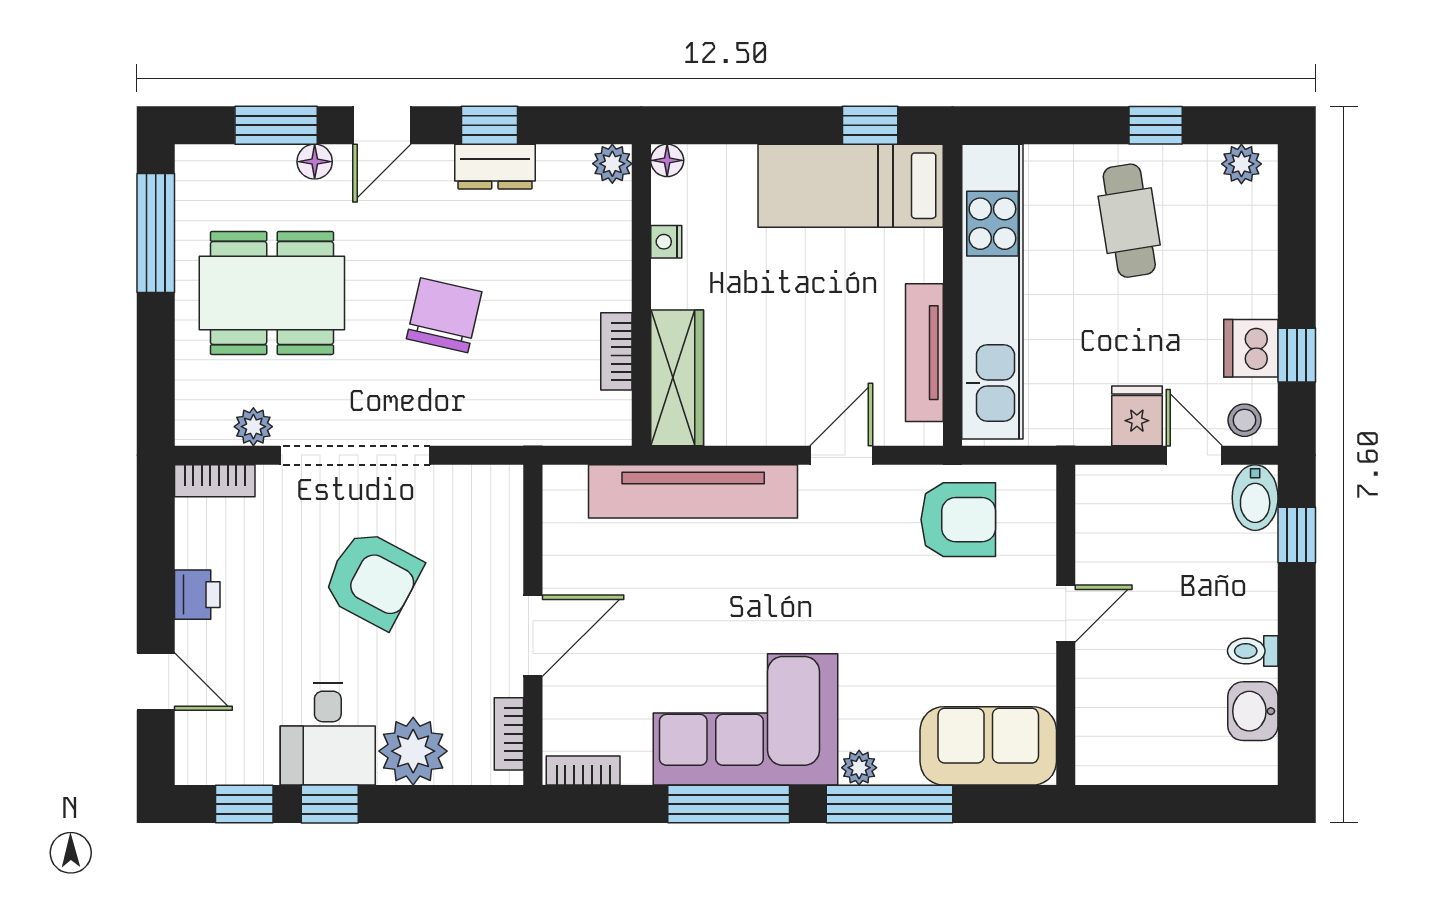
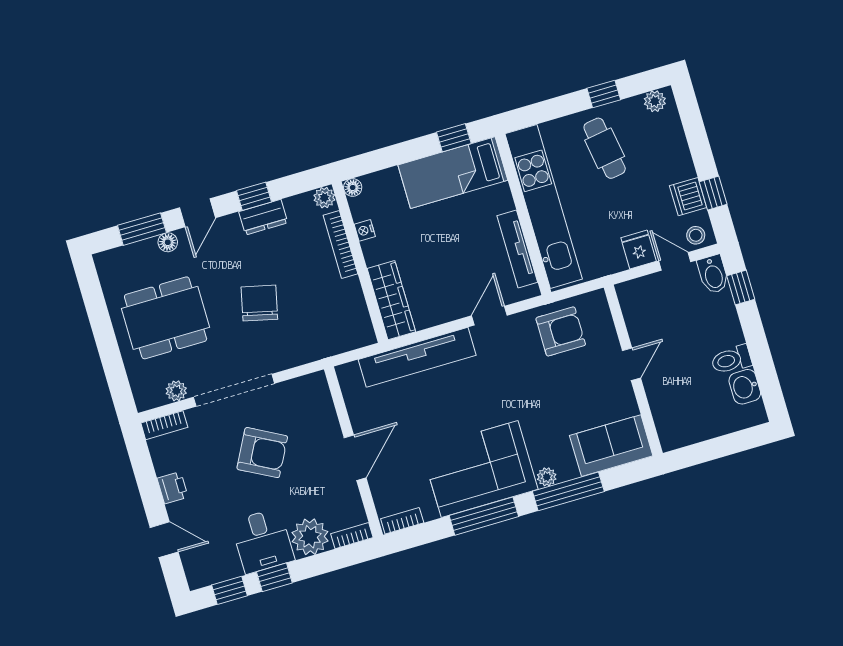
window: (156, 233) -> (95, 304), removed
bookcase: (616, 351) -> (340, 245), moved, width x1.56
toilet: (1253, 651) -> (731, 360), width x1.37, depth x1.39
bookcase: (509, 734) -> (352, 536), moved, turned 90

